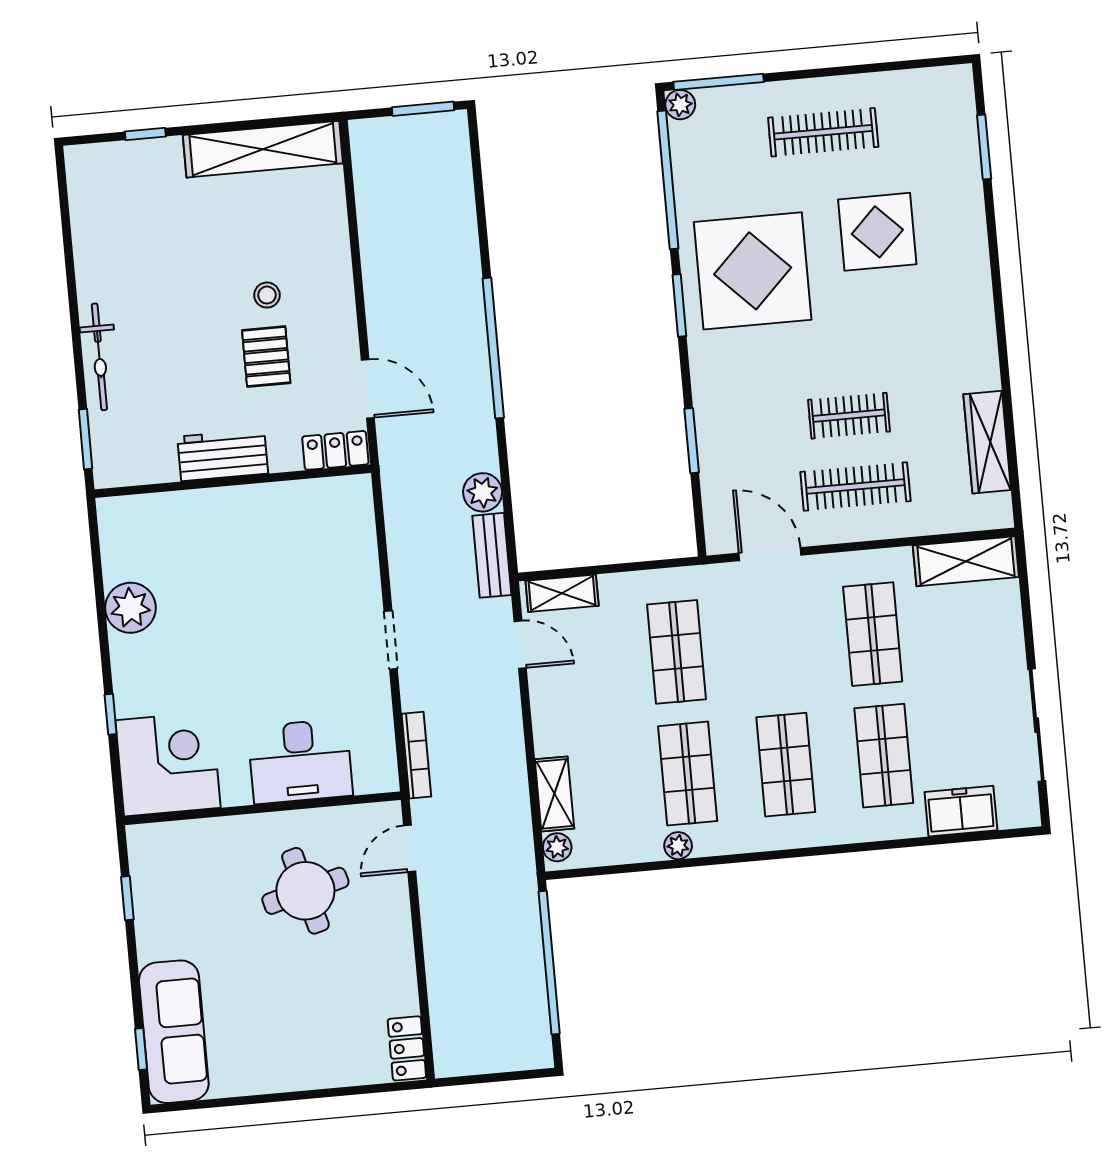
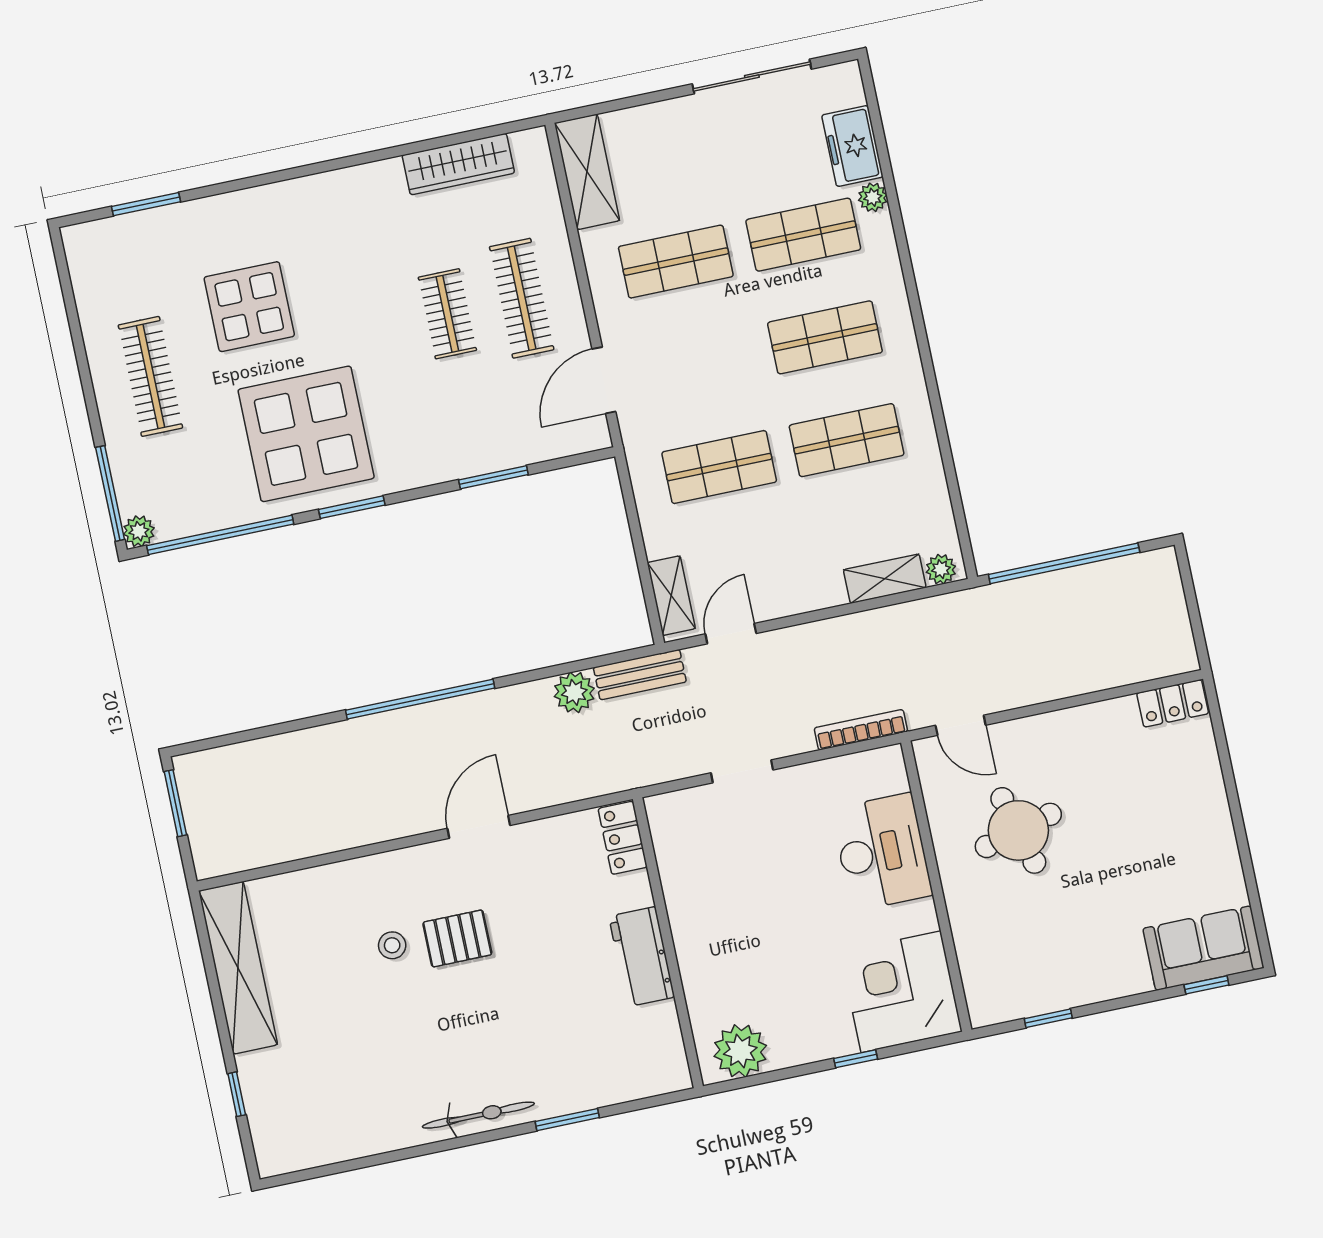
locker: (335, 450) -> (623, 838), moved
workbench: (223, 455) -> (642, 957), moved
wall: (233, 481) -> (668, 943), moved
plant: (678, 846) -> (873, 197), moved
sofa: (174, 1032) -> (1203, 948), width x0.73

